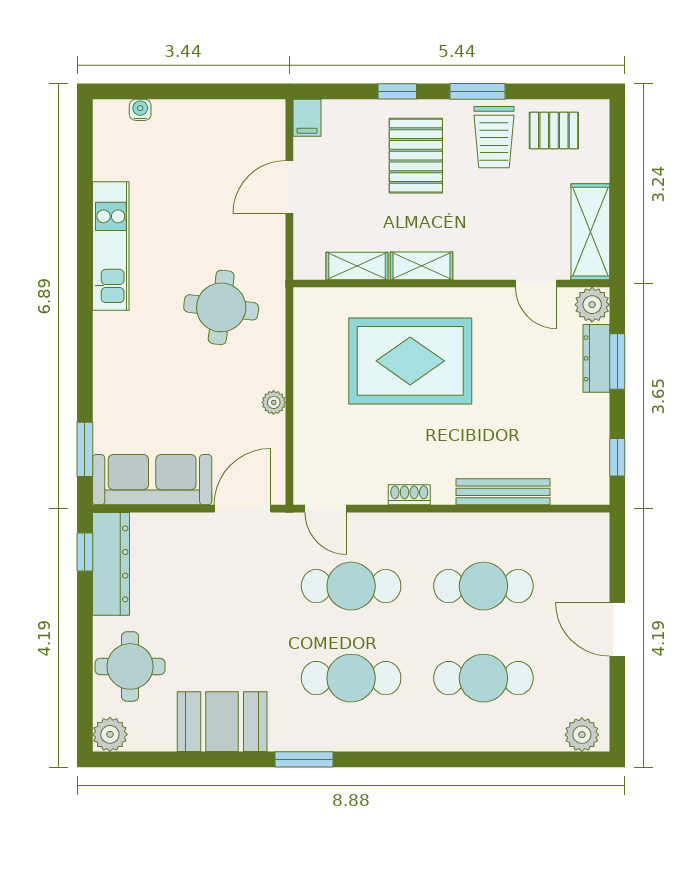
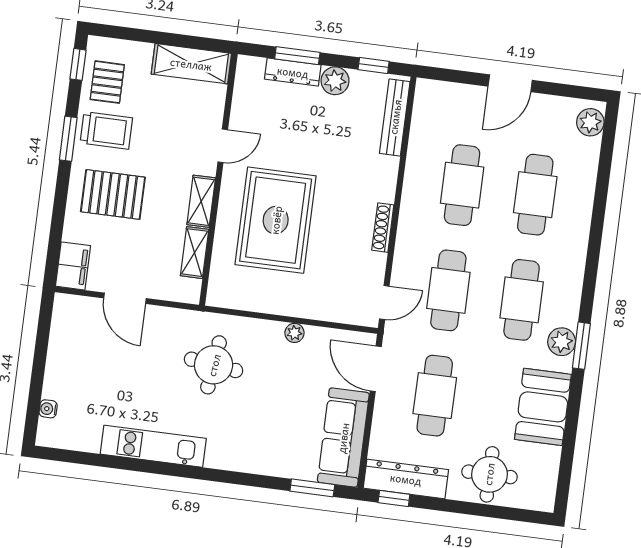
window: (397, 91) -> (78, 64), moved
filing cabinet: (307, 118) -> (73, 266), width x2.00
door: (536, 284) -> (223, 146), moved
plant: (592, 305) -> (335, 81), moved
bench: (503, 492) -> (395, 117), moved
shoe rack: (409, 495) -> (383, 228), width x1.43
cafe table: (219, 586) -> (435, 396), added
plant: (110, 734) -> (562, 342), moved

